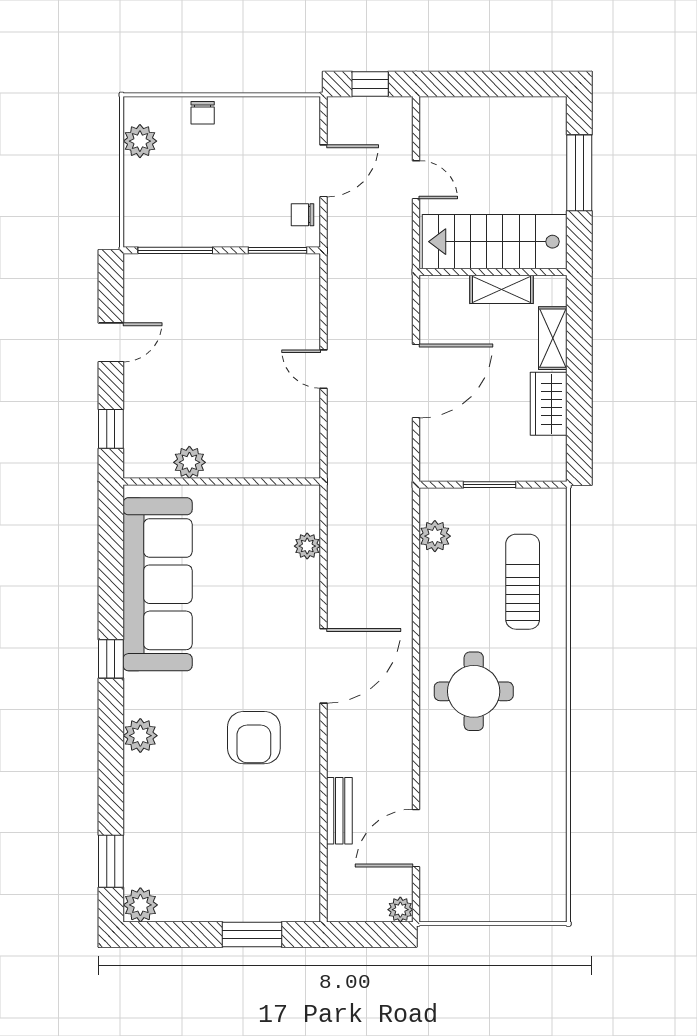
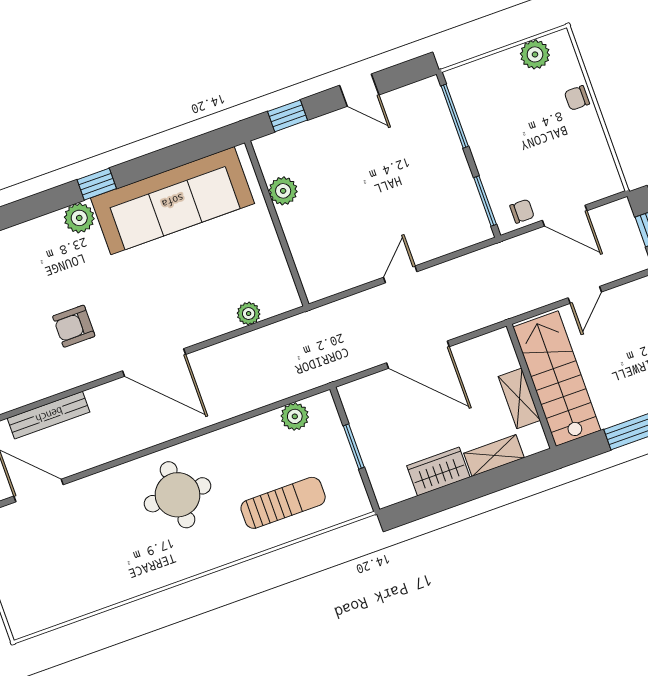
chair: (303, 215) -> (522, 211), turned 90
plant: (140, 736) -> (79, 218), moved
armchair: (254, 738) -> (74, 326), width x0.72, depth x0.72
bench: (339, 811) -> (49, 415), width x1.36

